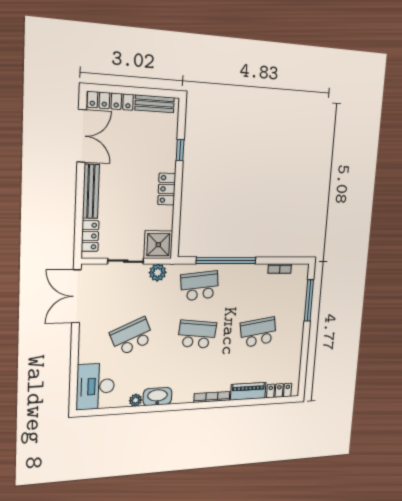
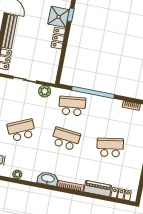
shower: (158, 245) -> (59, 17), moved
washbasin: (157, 397) -> (48, 179), moved

